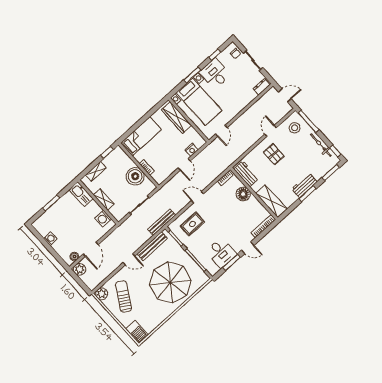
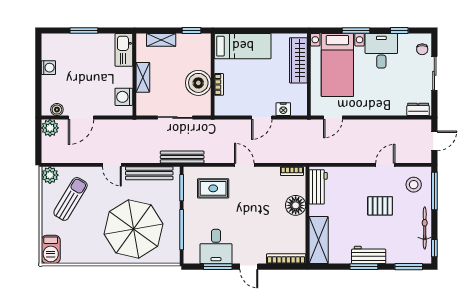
door: (285, 95) -> (434, 141), hinge flipped
pallet: (274, 154) -> (380, 206), moved, turned 90

